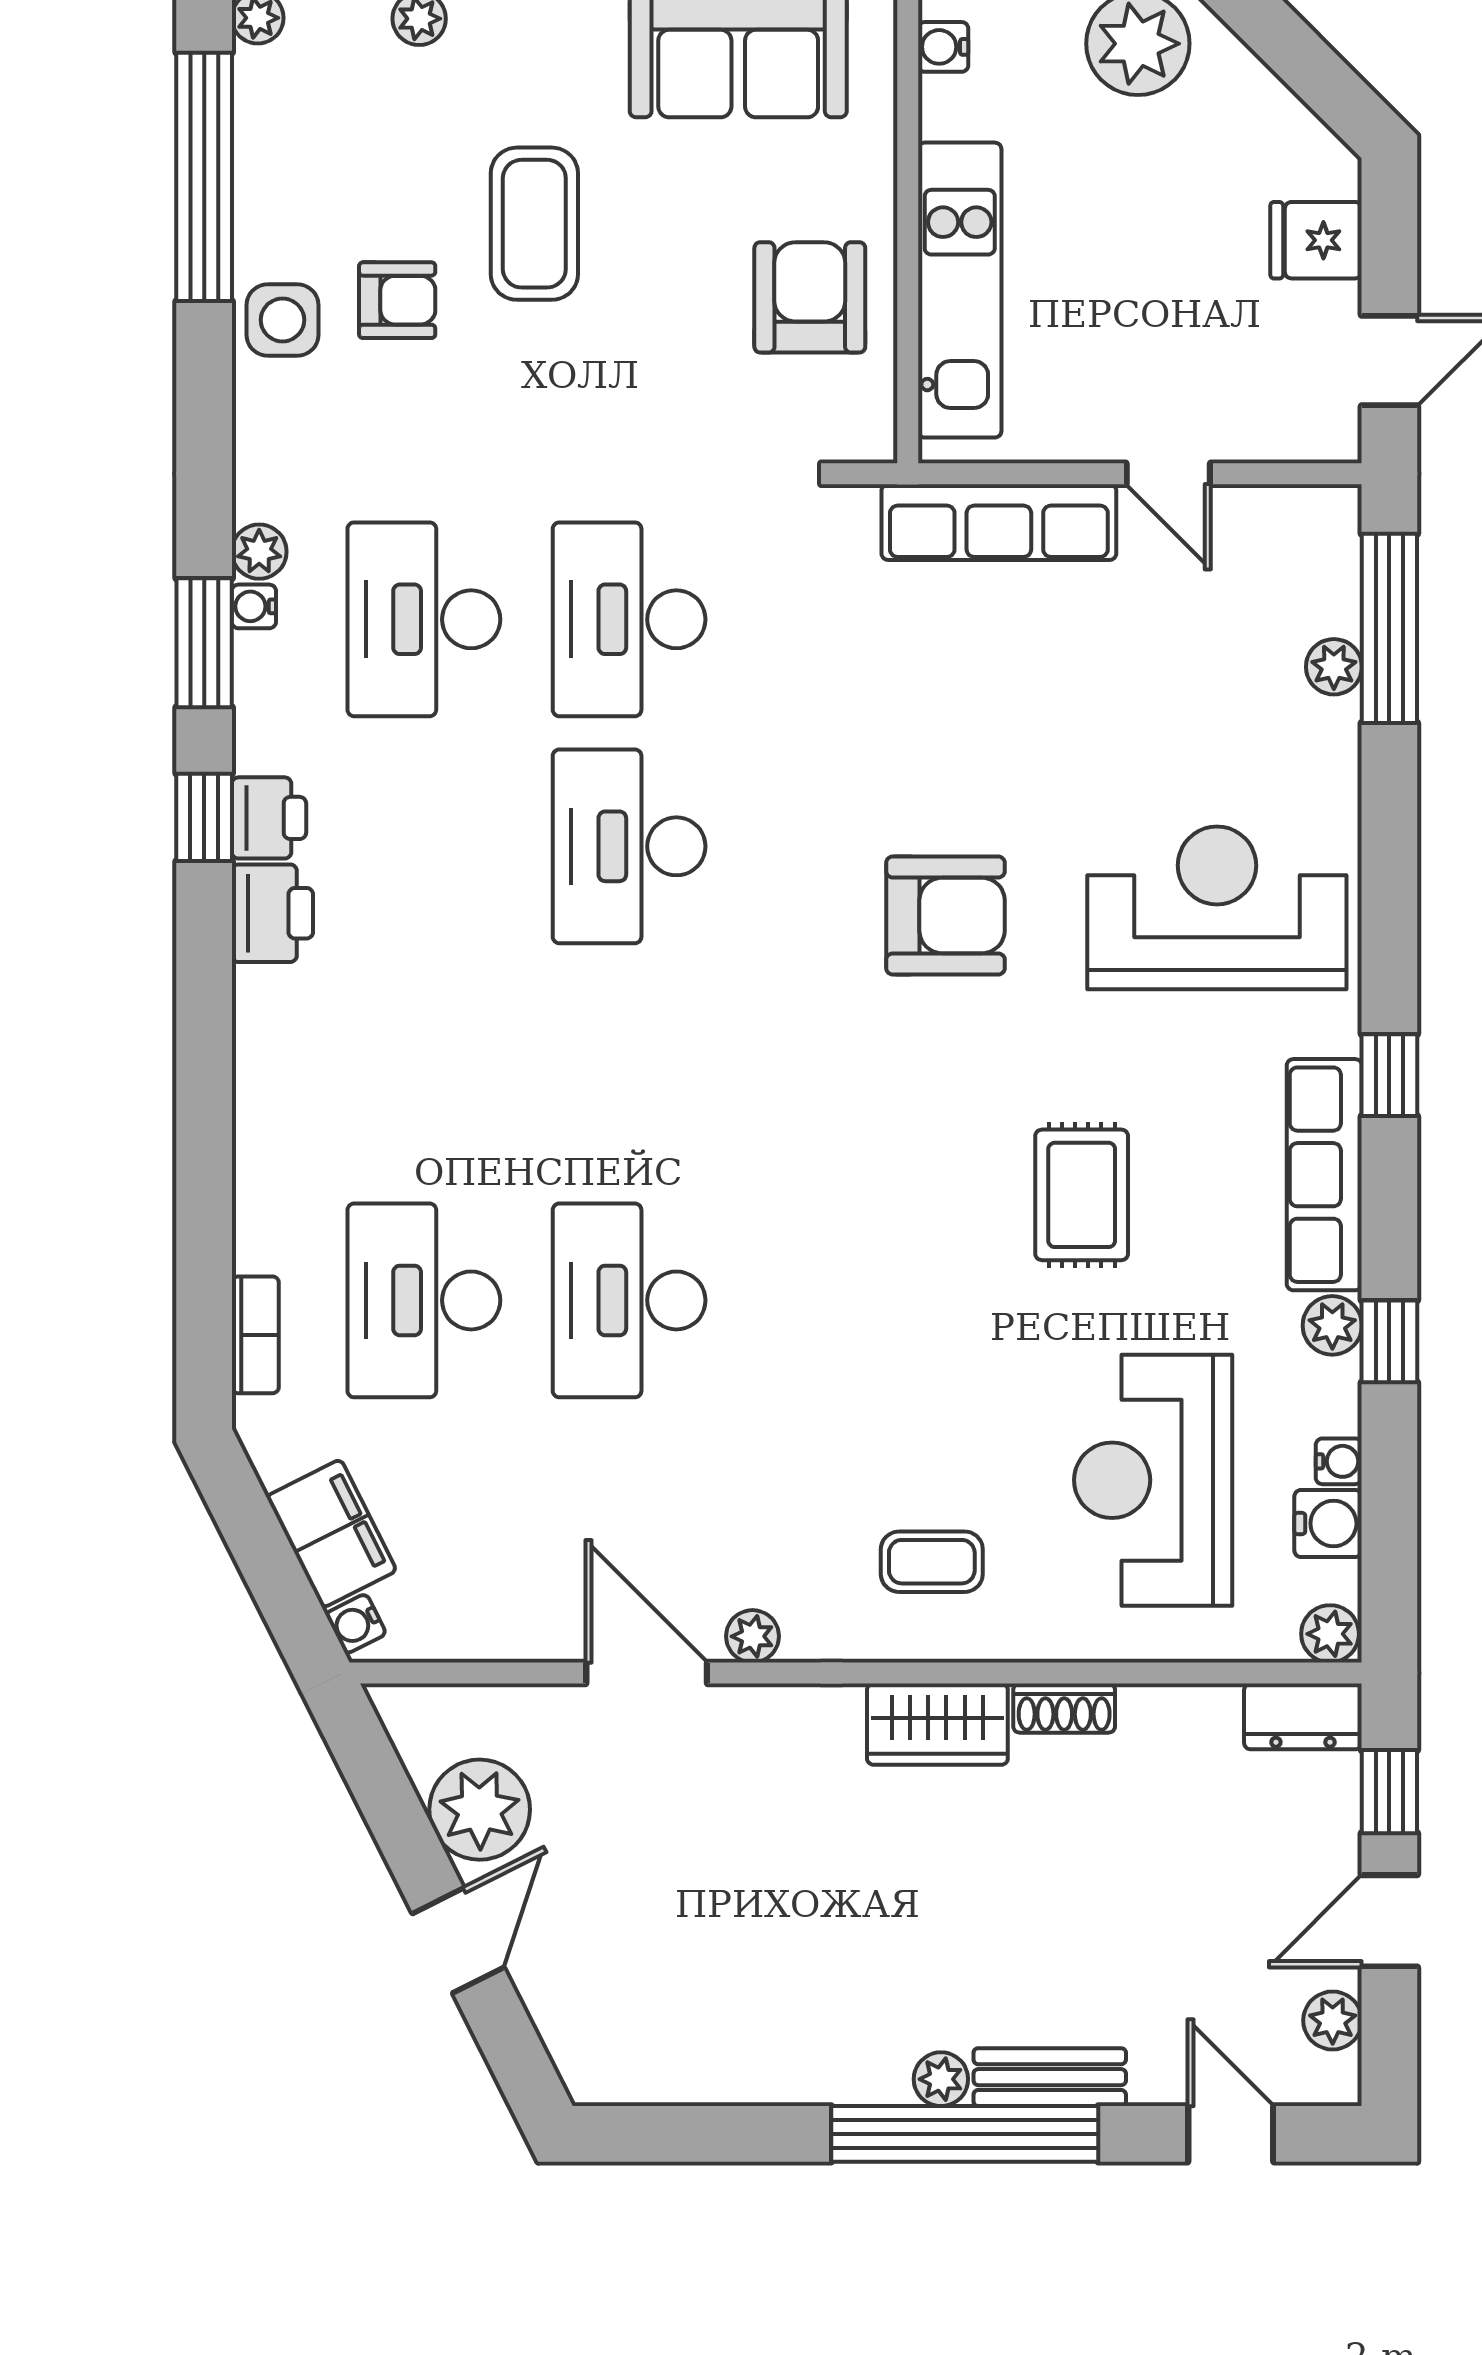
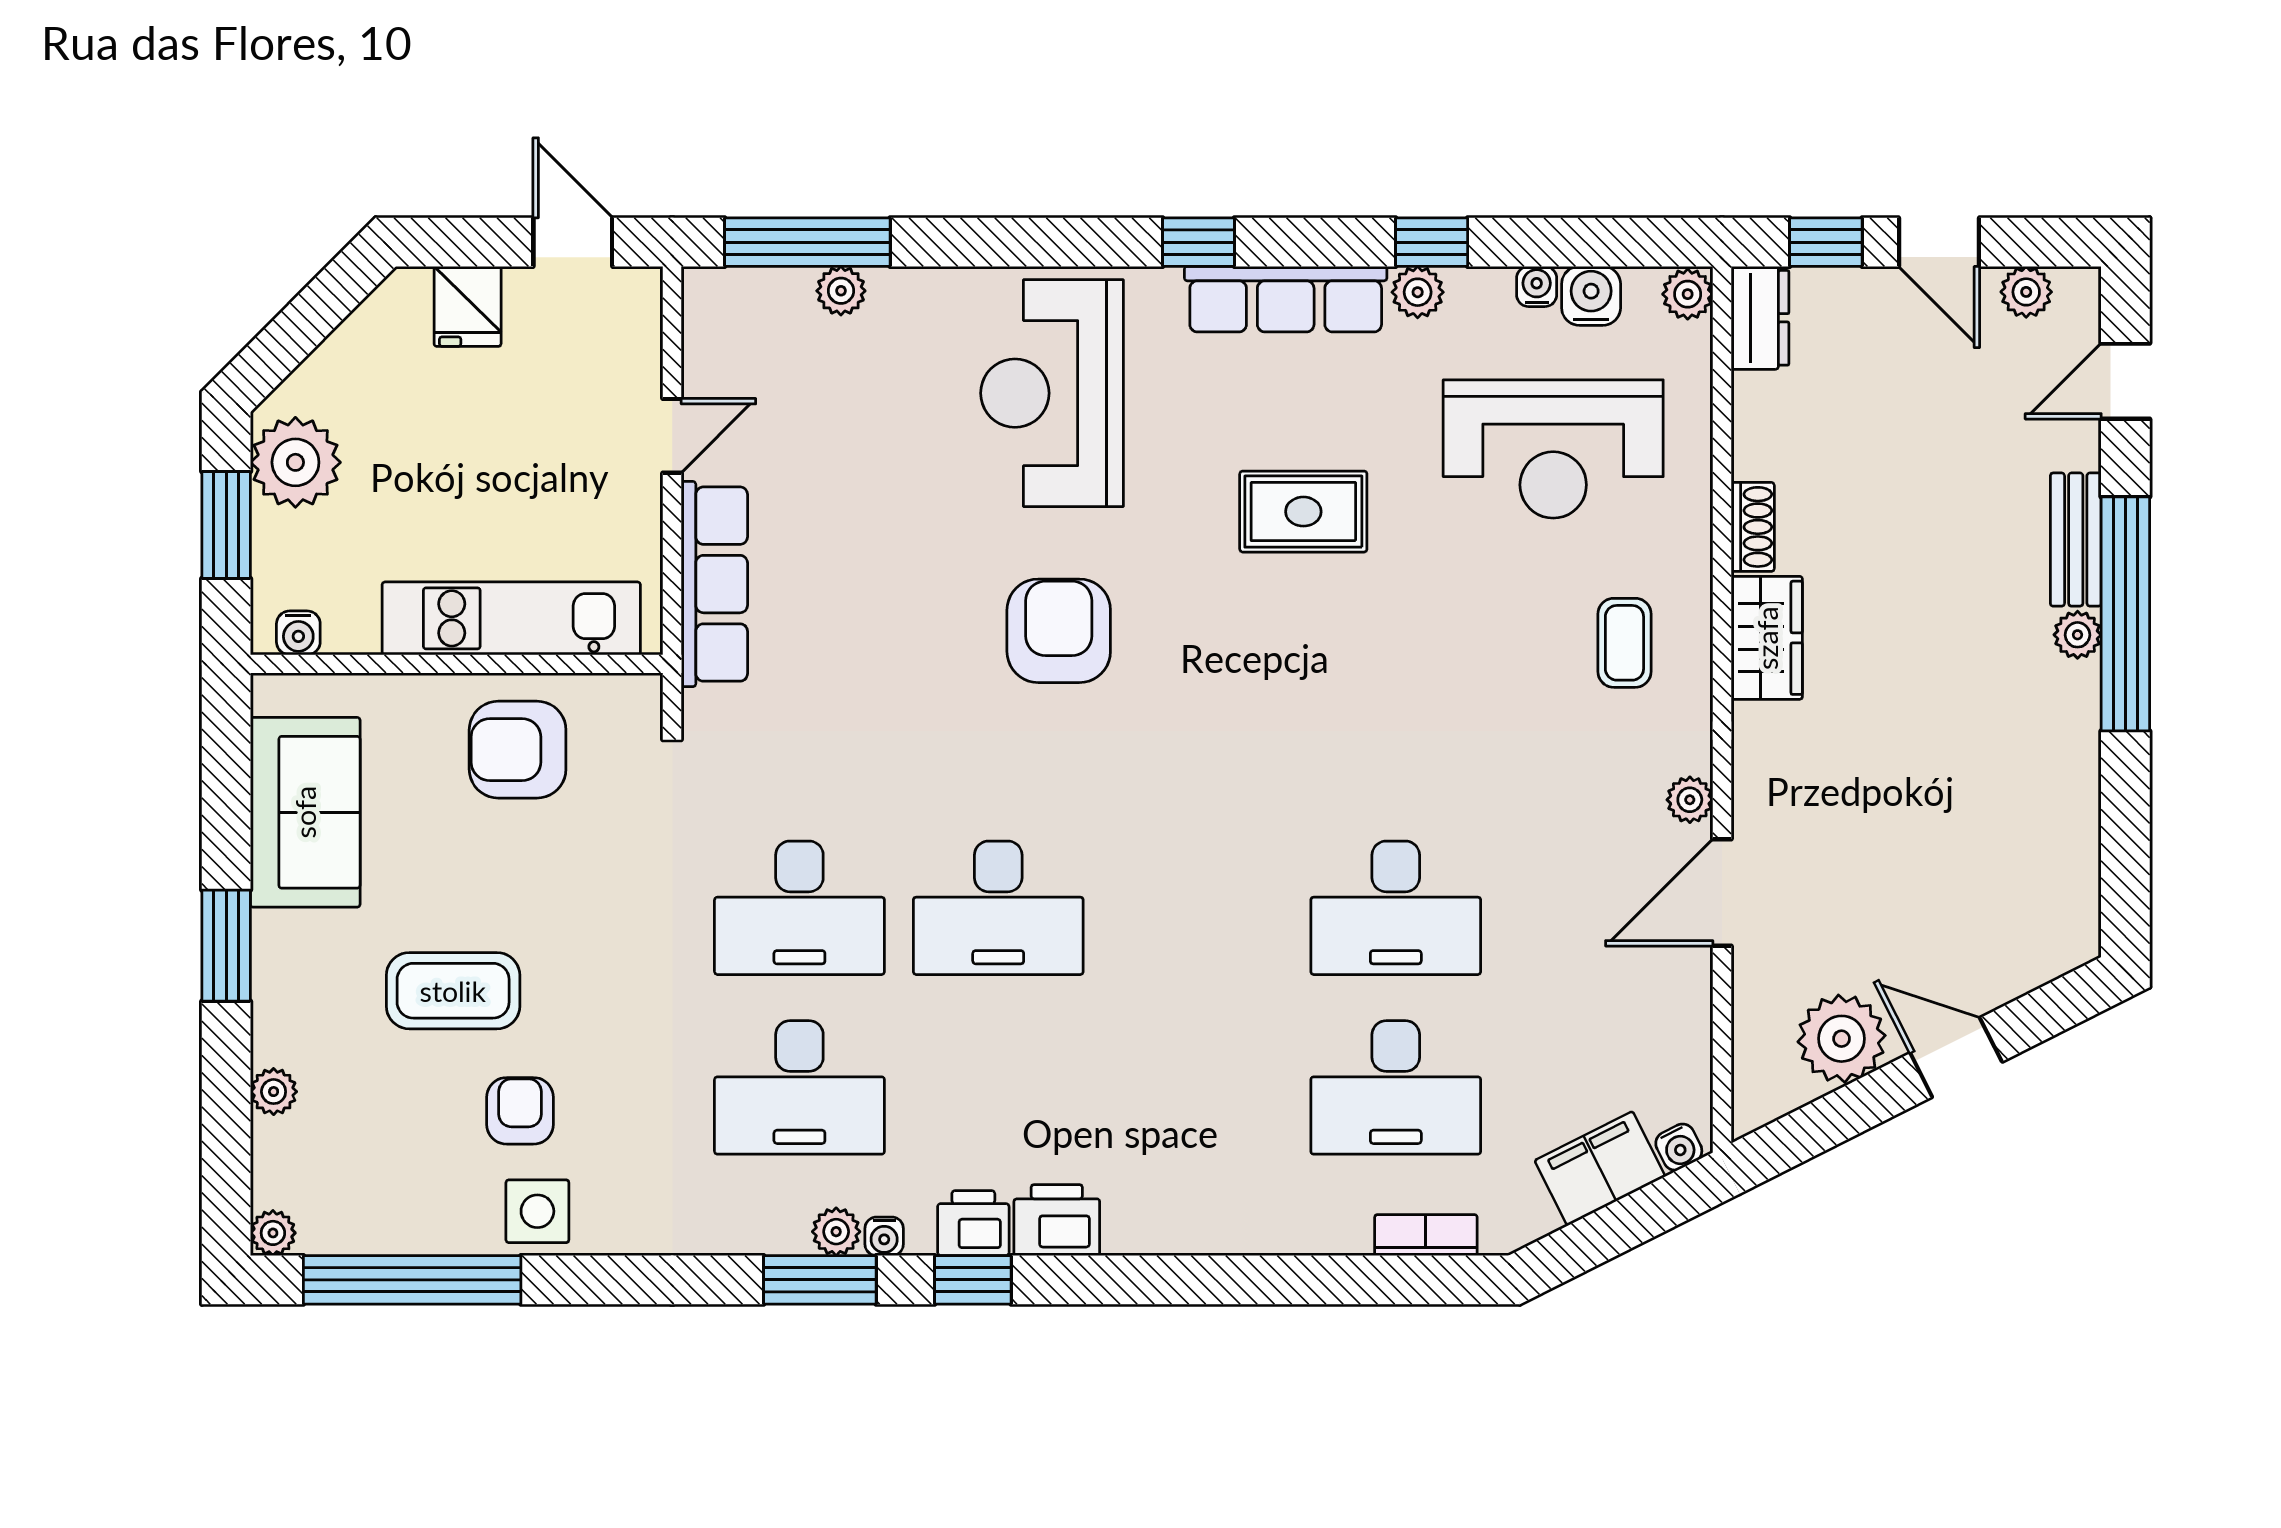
plant: (259, 552) -> (836, 1232), moved
water cooler: (254, 606) -> (884, 1236), moved

